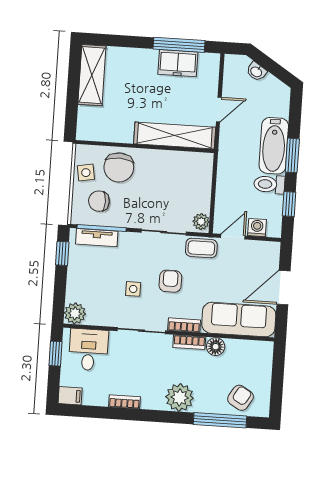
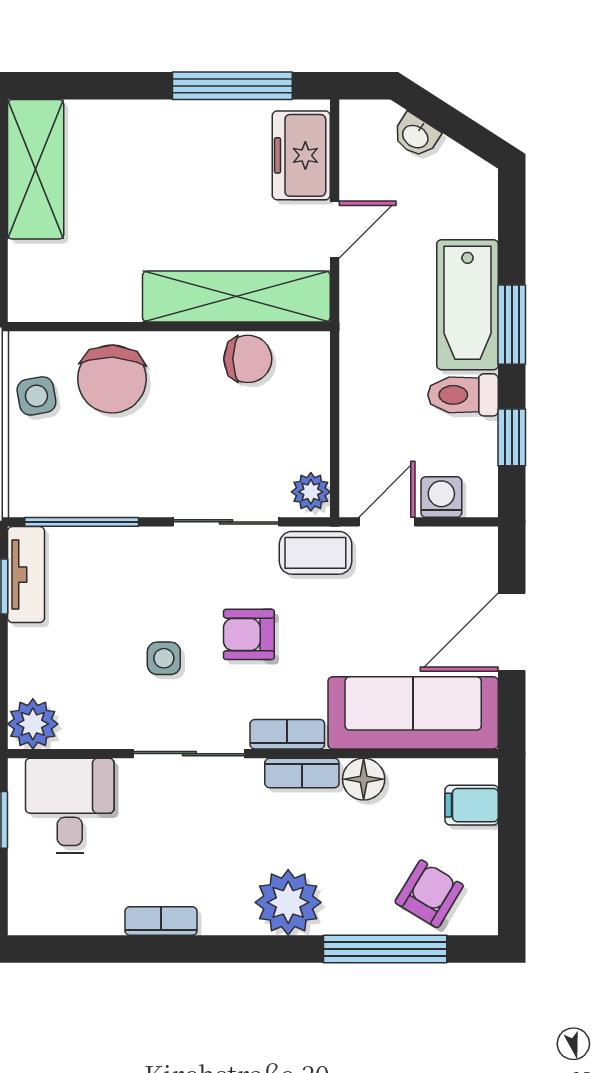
freezer: (178, 63) -> (301, 155), moved, turned 90
chair: (99, 201) -> (248, 359), moved, turned 180
tv unit: (97, 238) -> (26, 575), moved, turned -90
armchair: (170, 281) -> (249, 634), turned -90
filing cabinet: (70, 396) -> (472, 805), moved, turned 180

